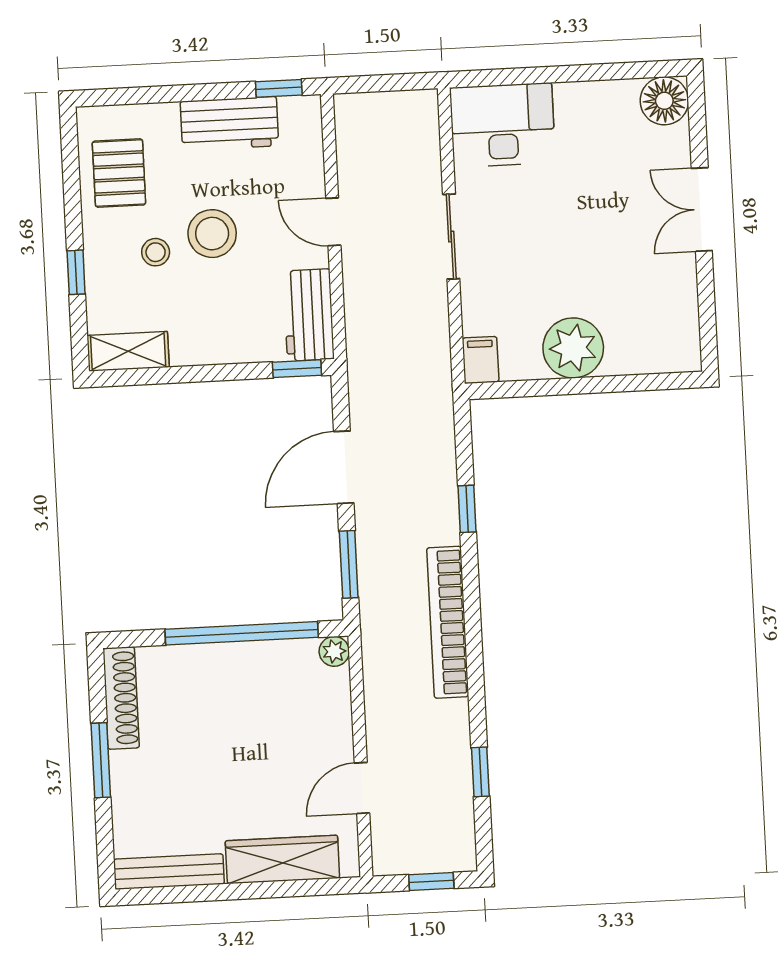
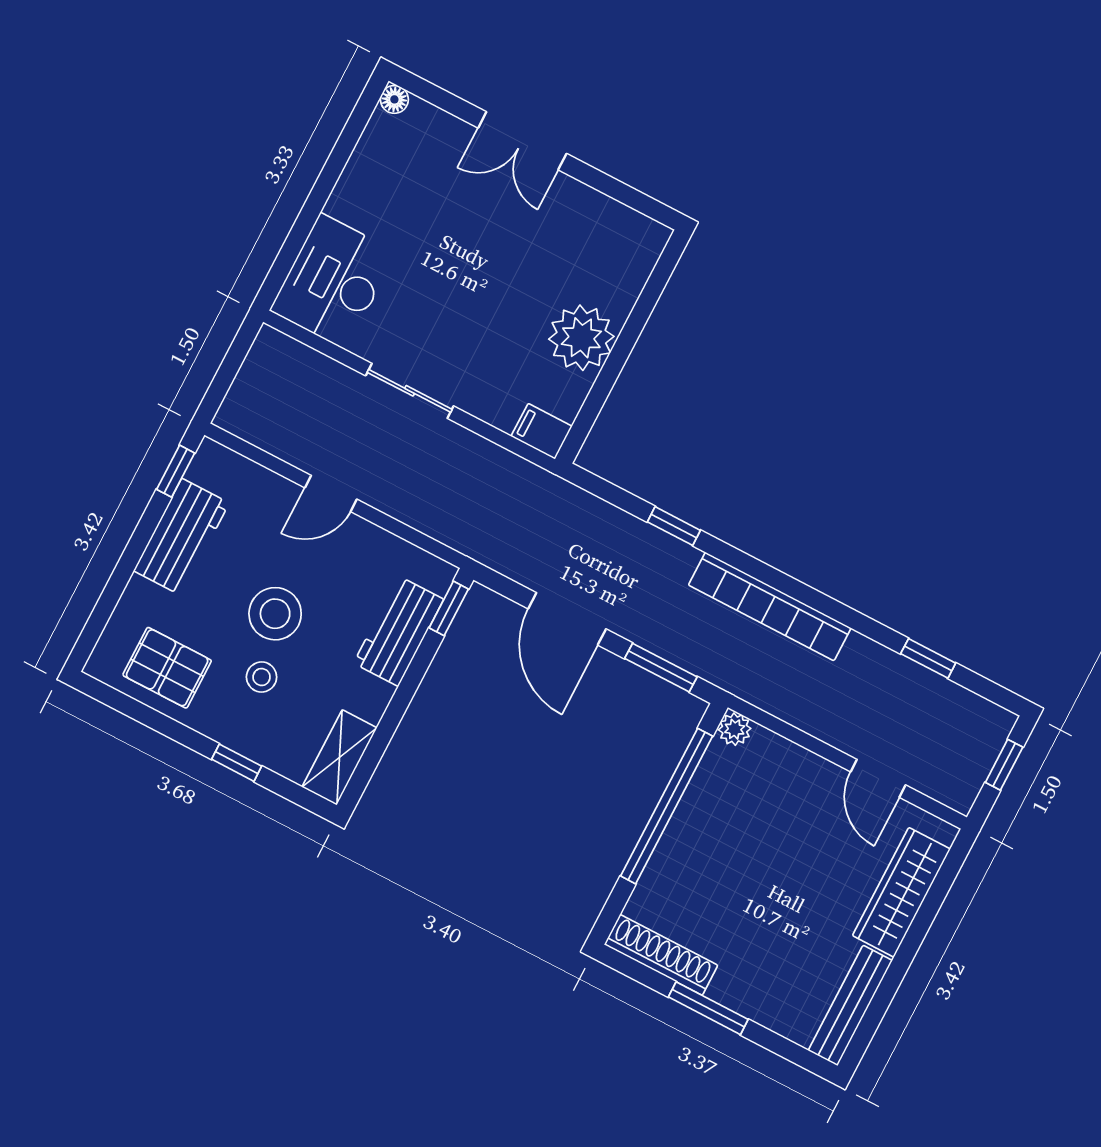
floor lamp: (664, 101) -> (394, 99), width x0.53, depth x0.53
workbench: (309, 315) -> (399, 631), moved, turned 90

